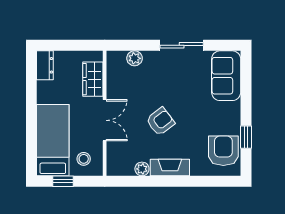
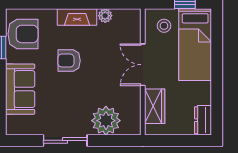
plant: (135, 58) -> (106, 121), width x1.88, depth x1.88
sofa: (226, 76) -> (20, 89), moved
armchair: (160, 121) -> (69, 61), moved, turned 37
armchair: (223, 151) -> (23, 34), turned -90

